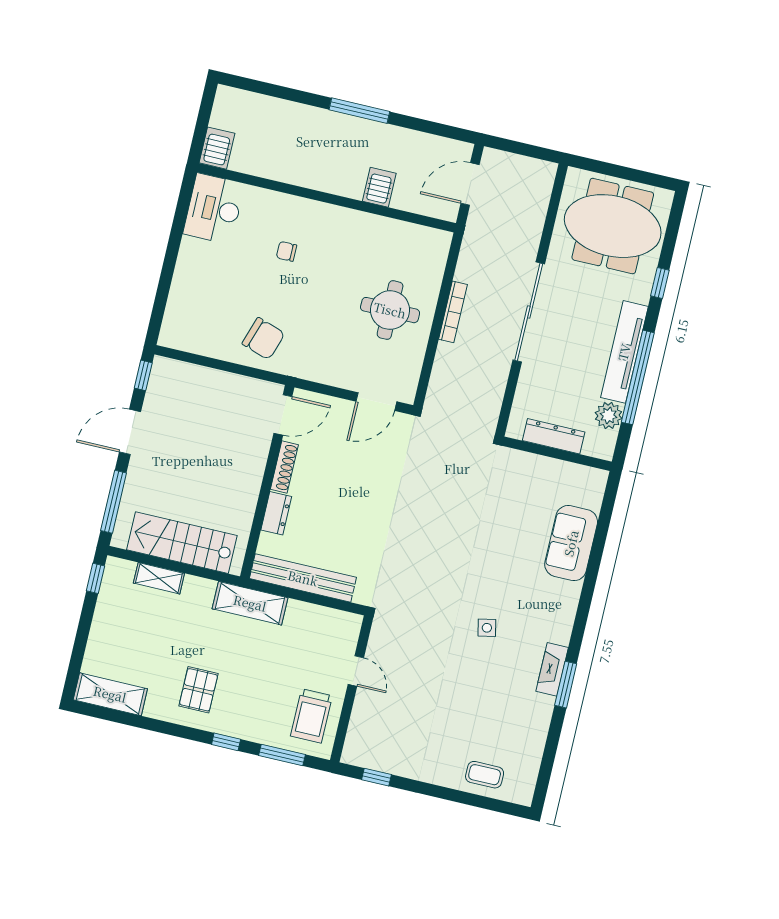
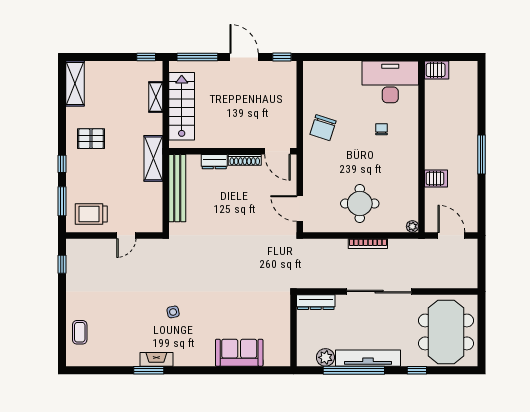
desk: (214, 209) -> (390, 82), width x1.36, depth x1.30
plant: (443, 239) -> (412, 226), added
dresser: (554, 436) -> (316, 302), moved, turned 90

